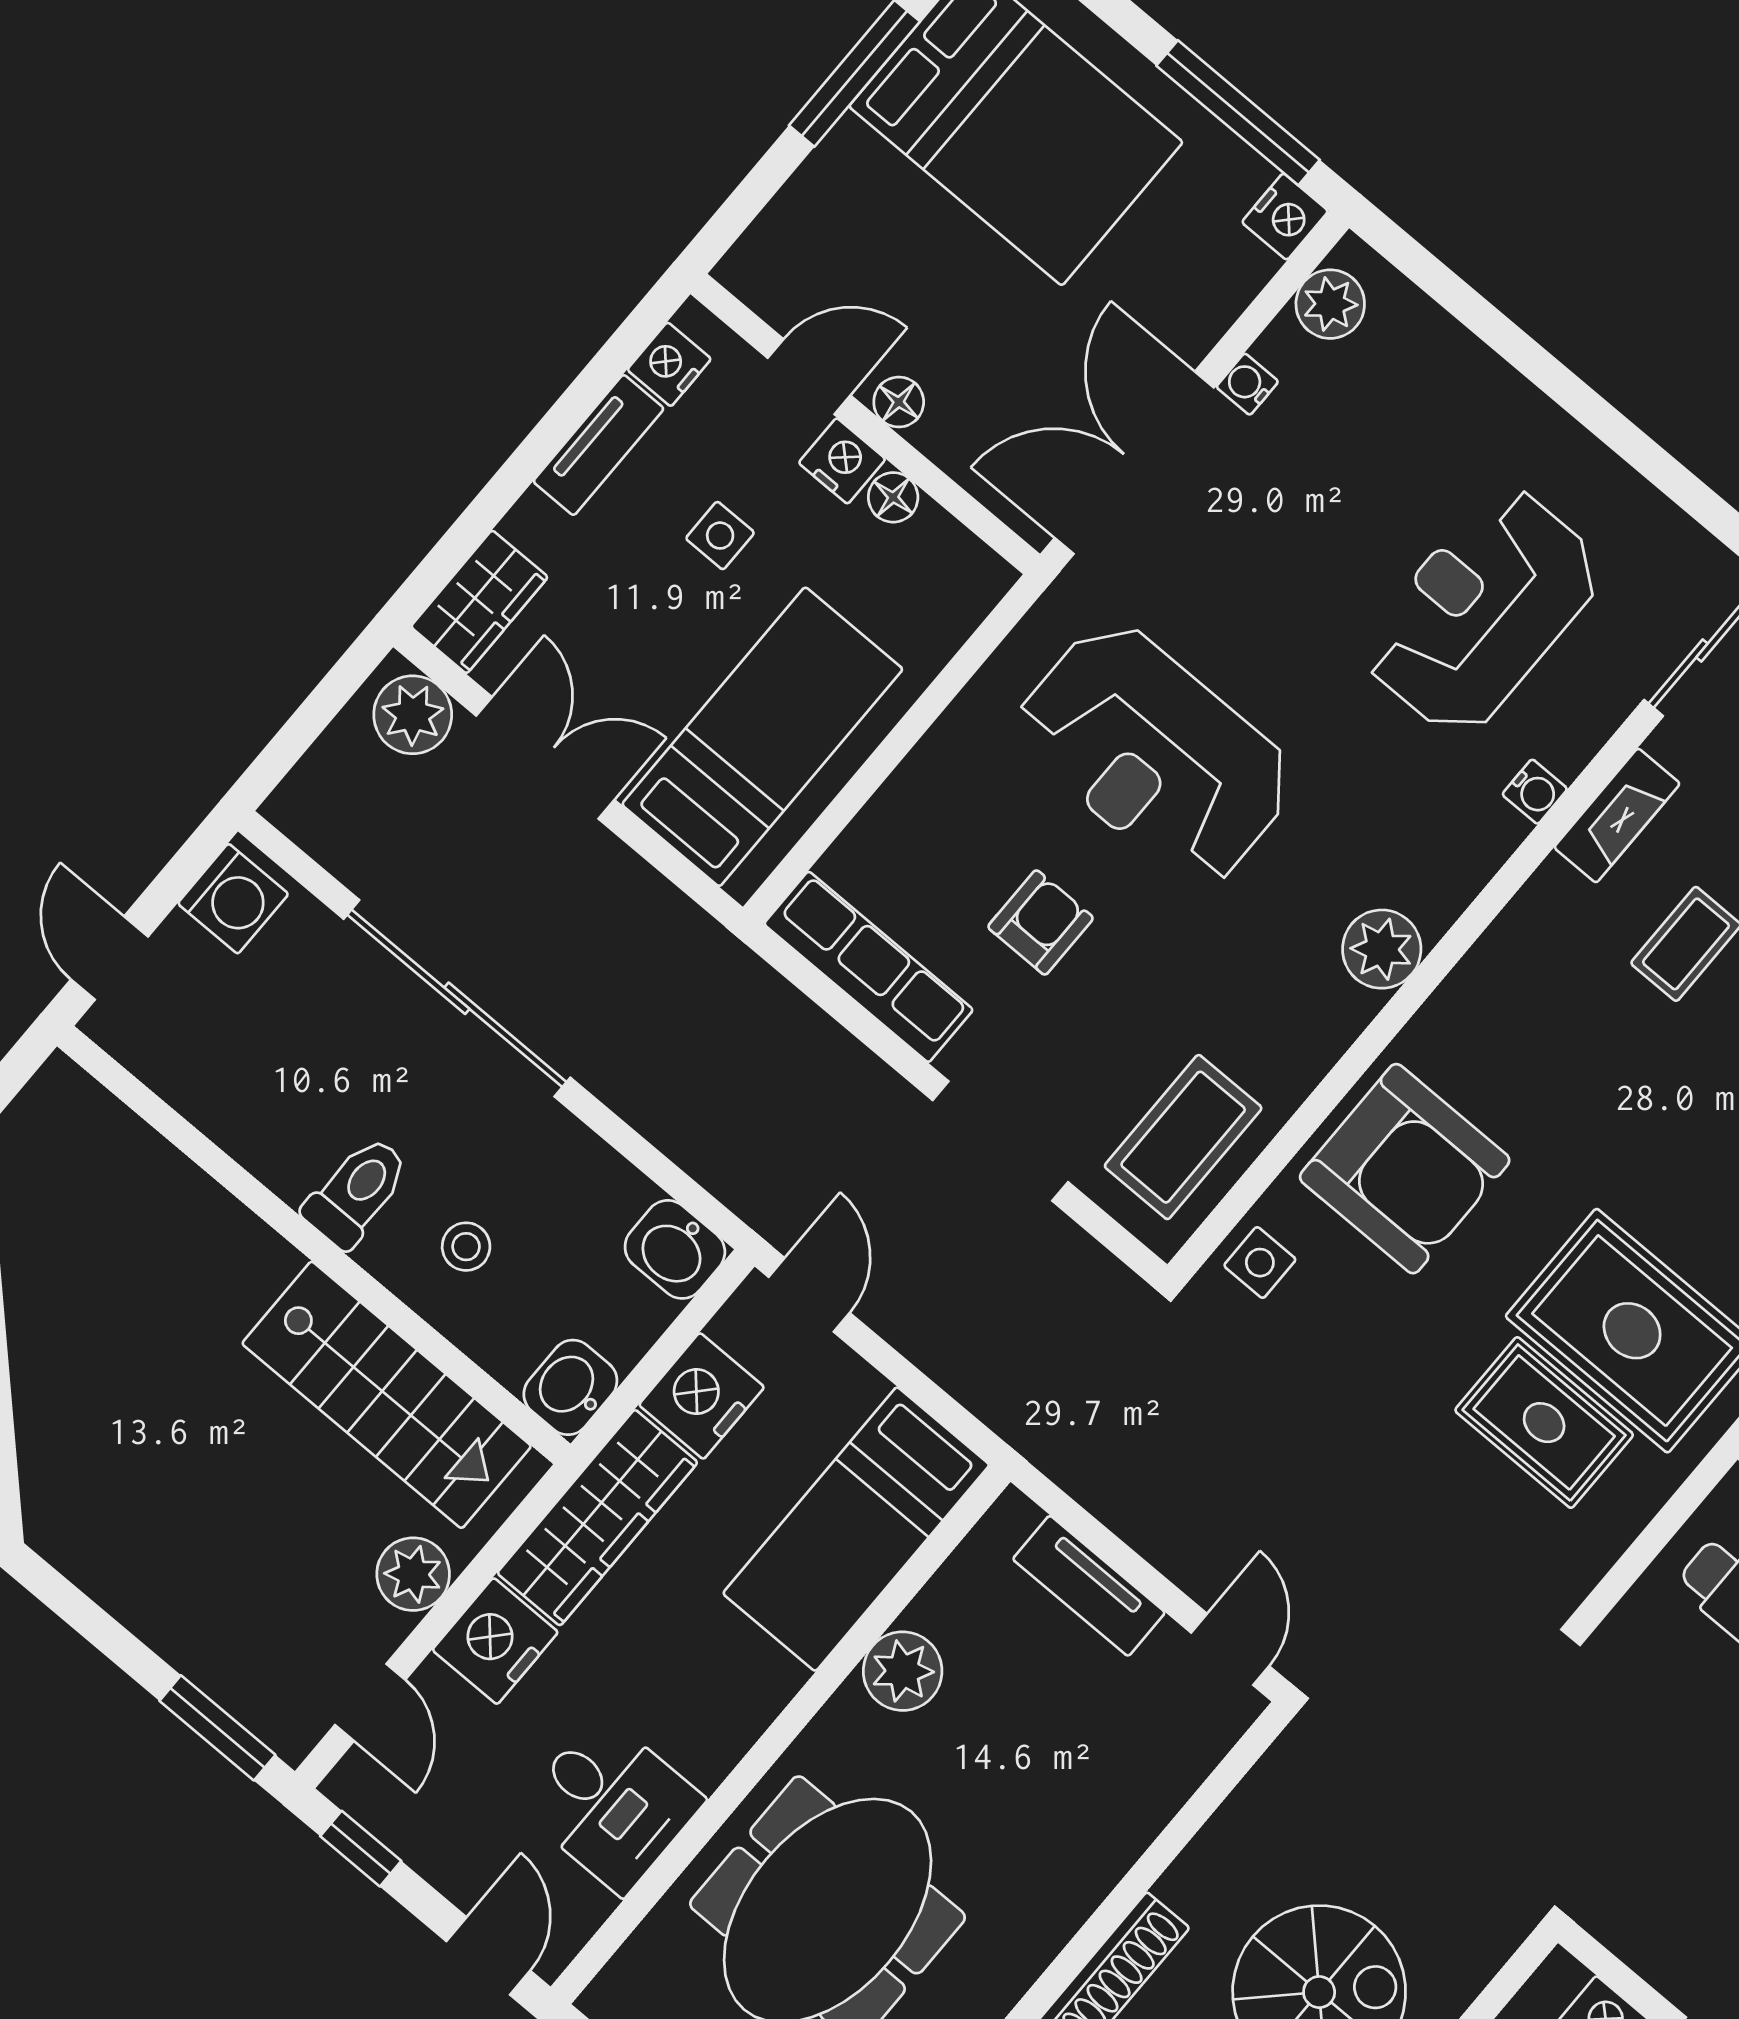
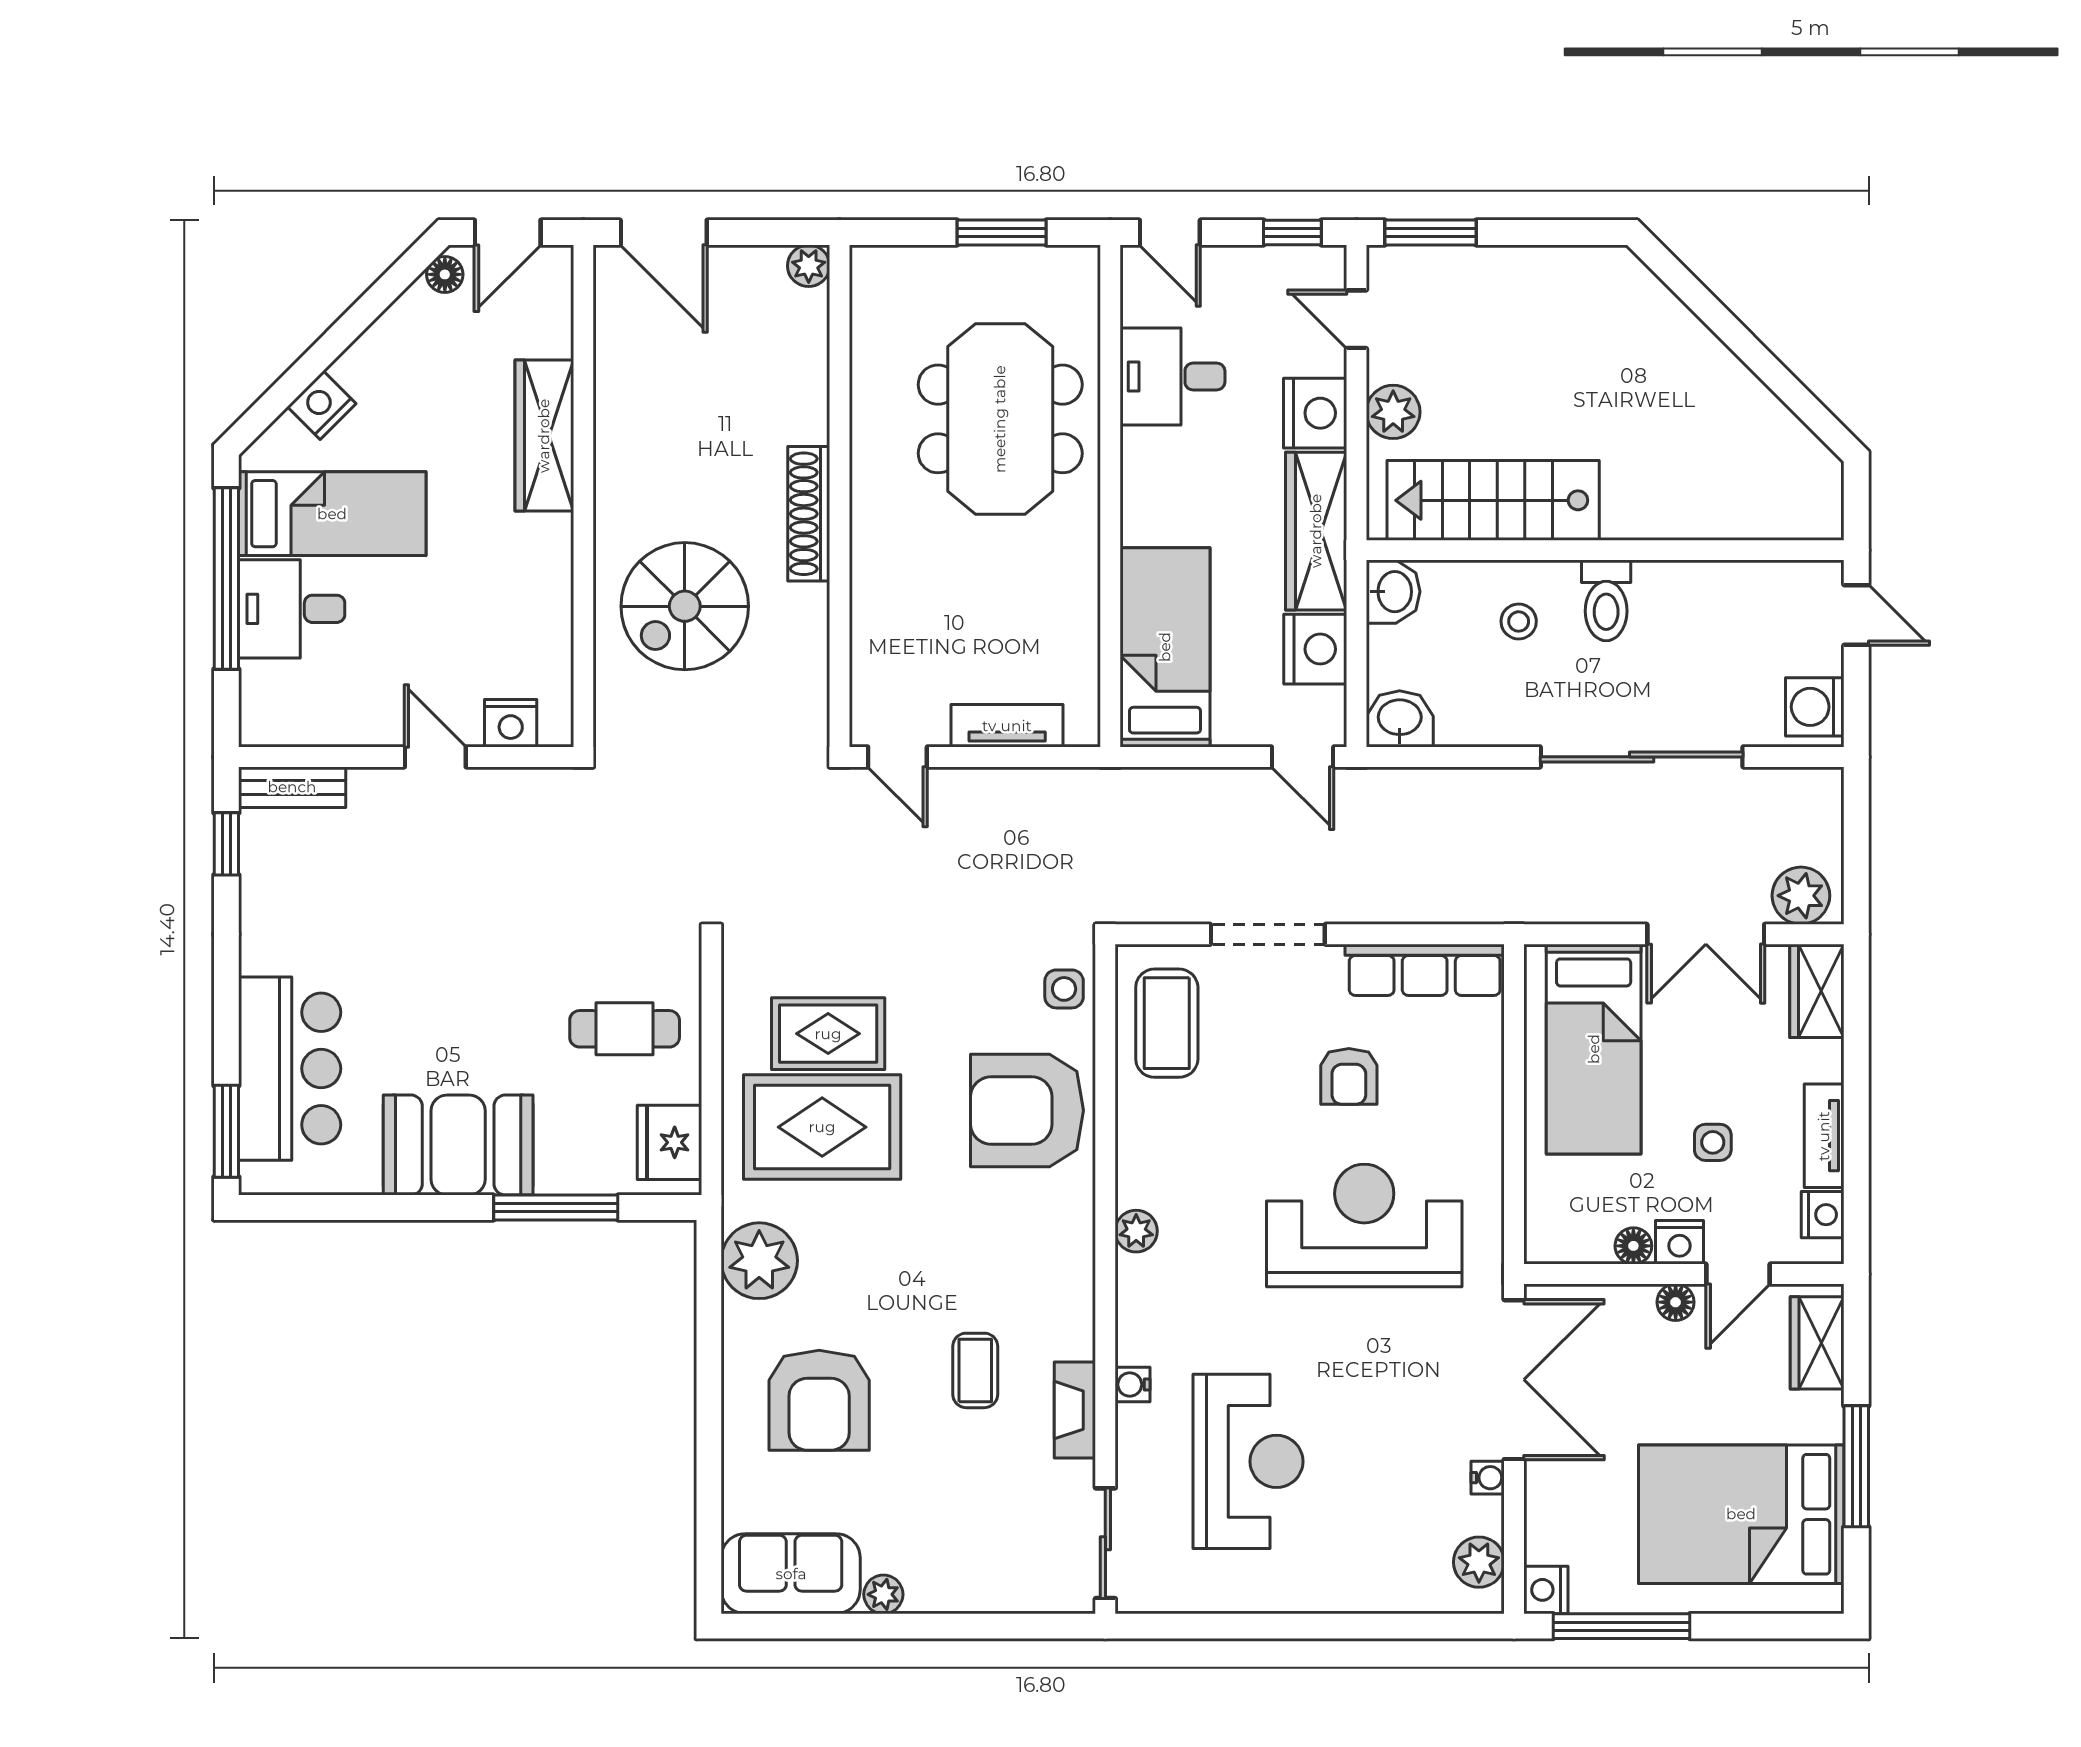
wardrobe: (787, 236) -> (1817, 1343), added
plant: (1382, 949) -> (1136, 1231), width x0.73, depth x0.73
plant: (903, 1671) -> (1071, 589), removed

